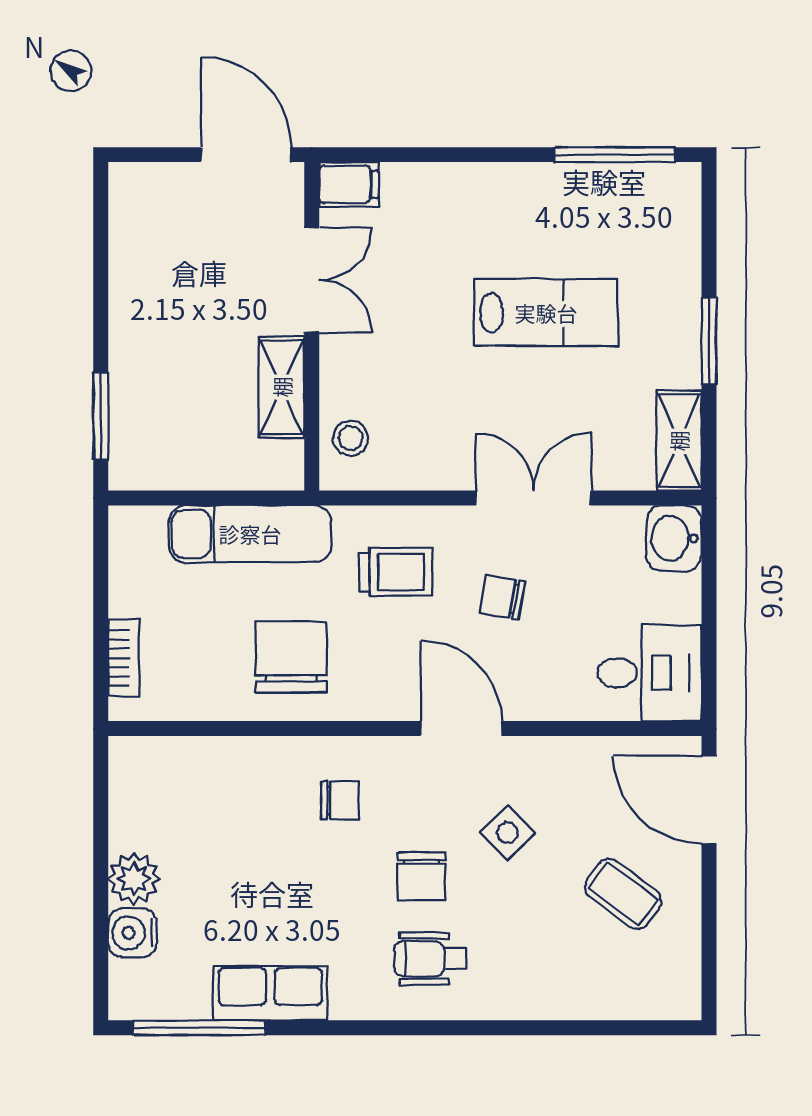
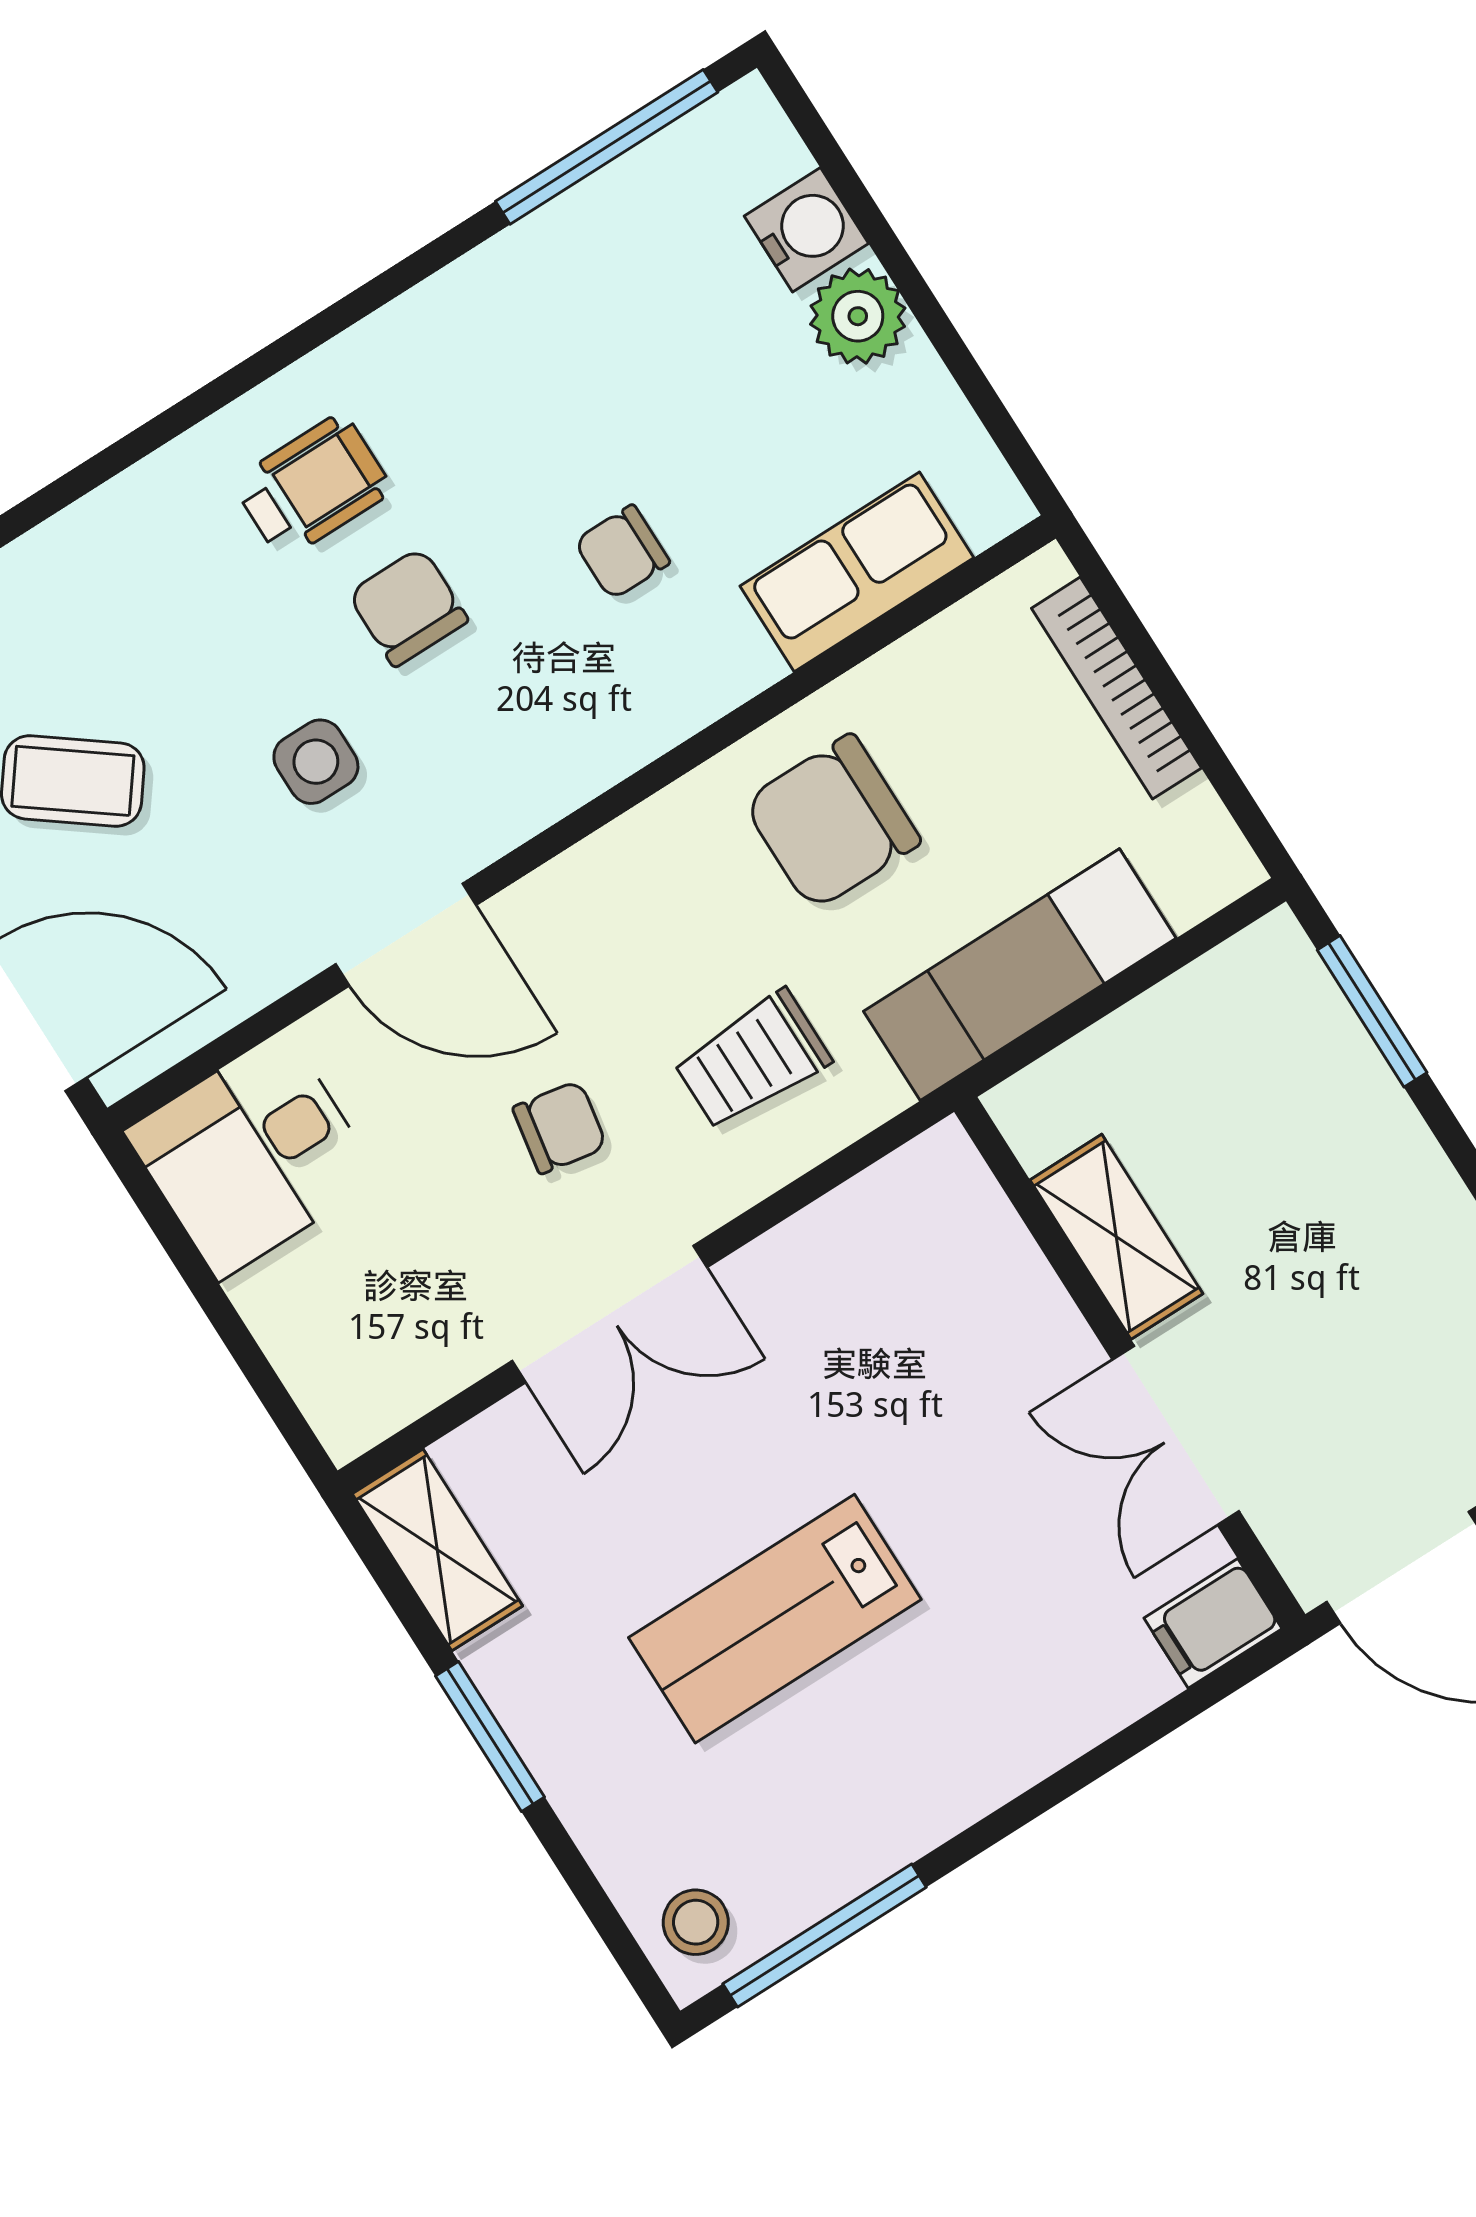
stool: (351, 438) -> (696, 1922), moved
washbasin: (674, 538) -> (348, 1391), removed
chair: (291, 657) -> (832, 822), turned 90
bookcase: (124, 658) -> (1116, 688), width x1.56
door: (461, 729) -> (406, 935), moved
chair: (340, 800) -> (622, 552), moved
side table: (508, 833) -> (316, 762), turned 45
row of seats: (270, 993) -> (857, 572), moved, turned 180

